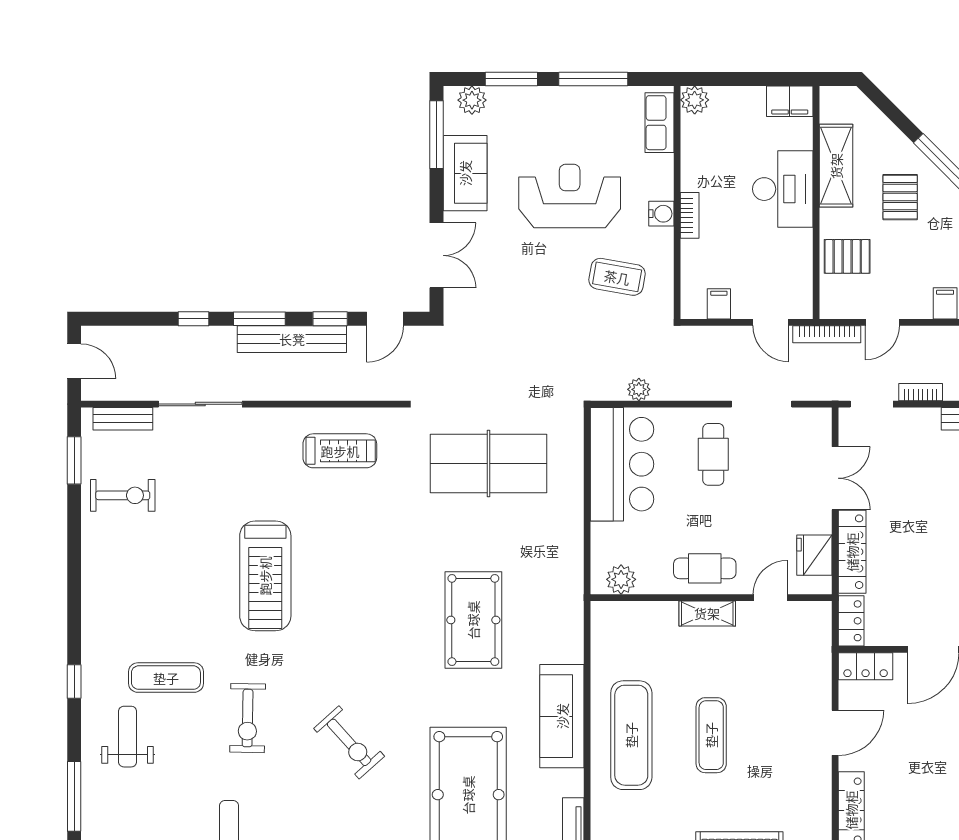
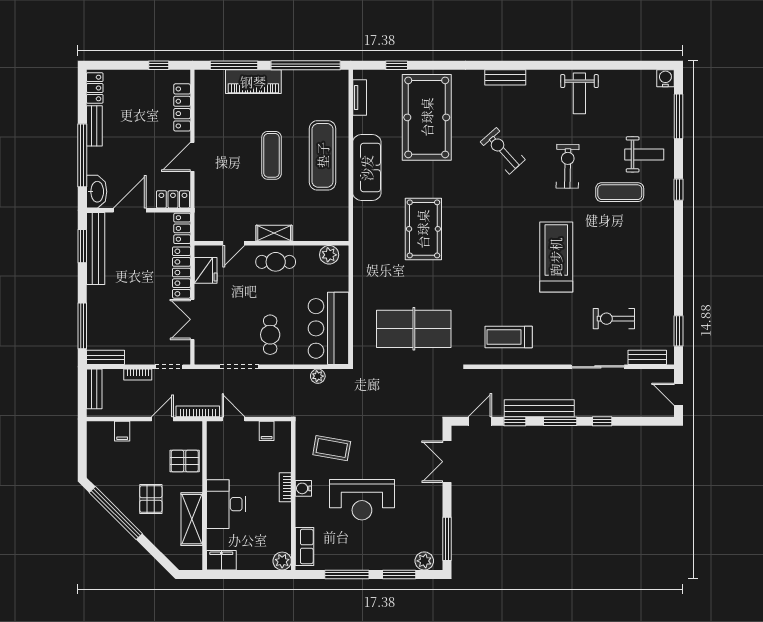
sofa: (465, 173) -> (429, 514), removed
exercise bike: (123, 495) -> (614, 319), moved
weight bench: (128, 737) -> (644, 154), turned -90

